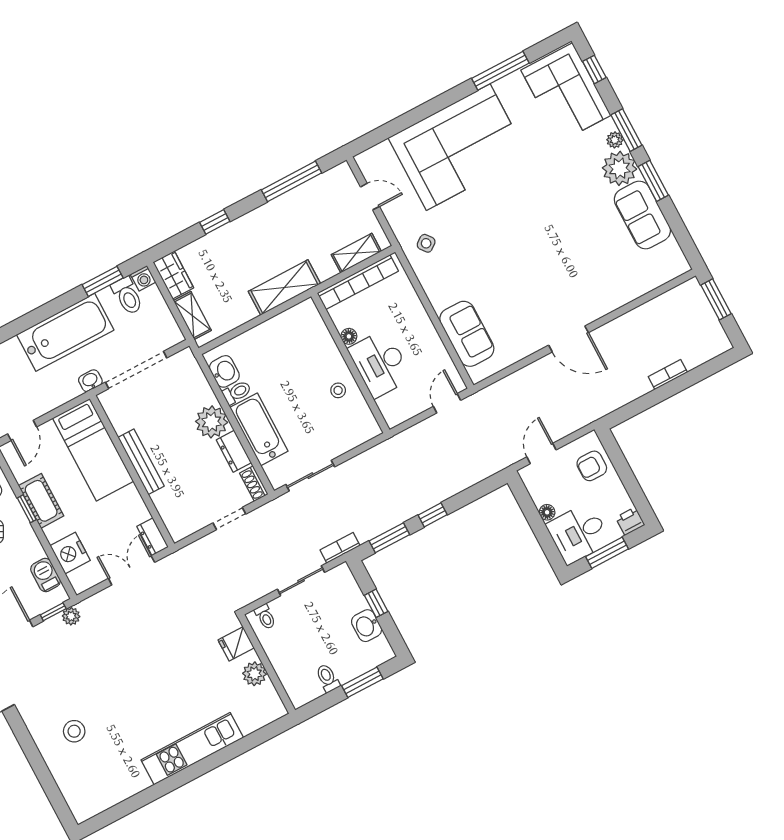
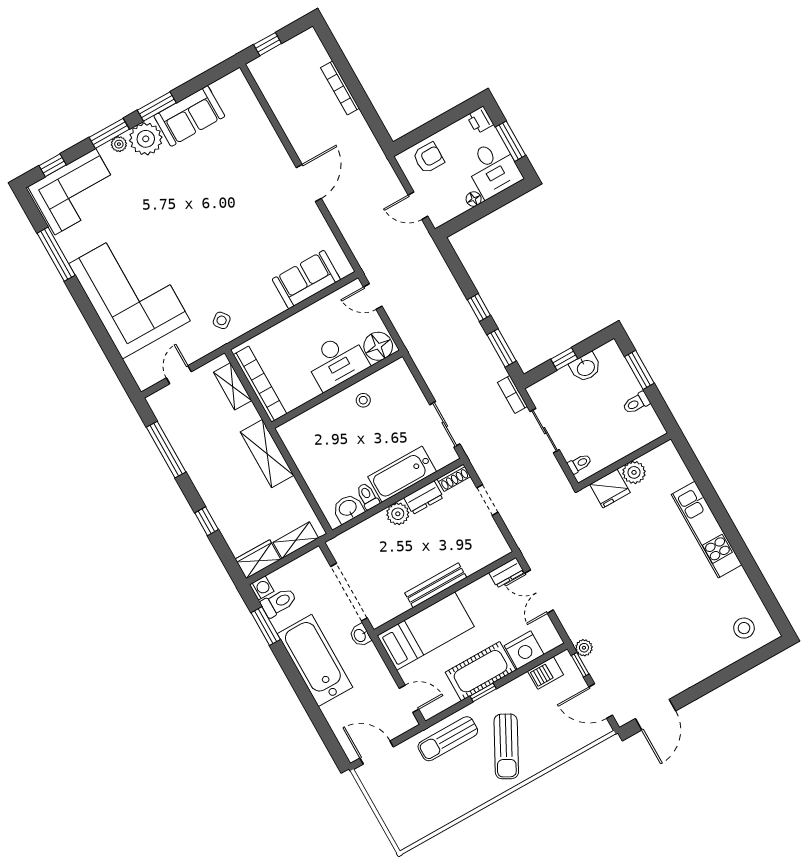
window: (716, 299) -> (268, 44), width x0.67
floor lamp: (349, 336) -> (378, 346), moved, width x1.89, depth x1.89
bookcase: (668, 374) -> (340, 88), width x1.56
plant: (212, 422) -> (398, 514), width x0.73, depth x0.73
armchair: (592, 466) -> (429, 158), turned -90
cot: (41, 501) -> (481, 671), width x1.37, depth x1.34
fridge: (236, 644) -> (610, 488), width x1.38
stool: (74, 731) -> (744, 628), moved

